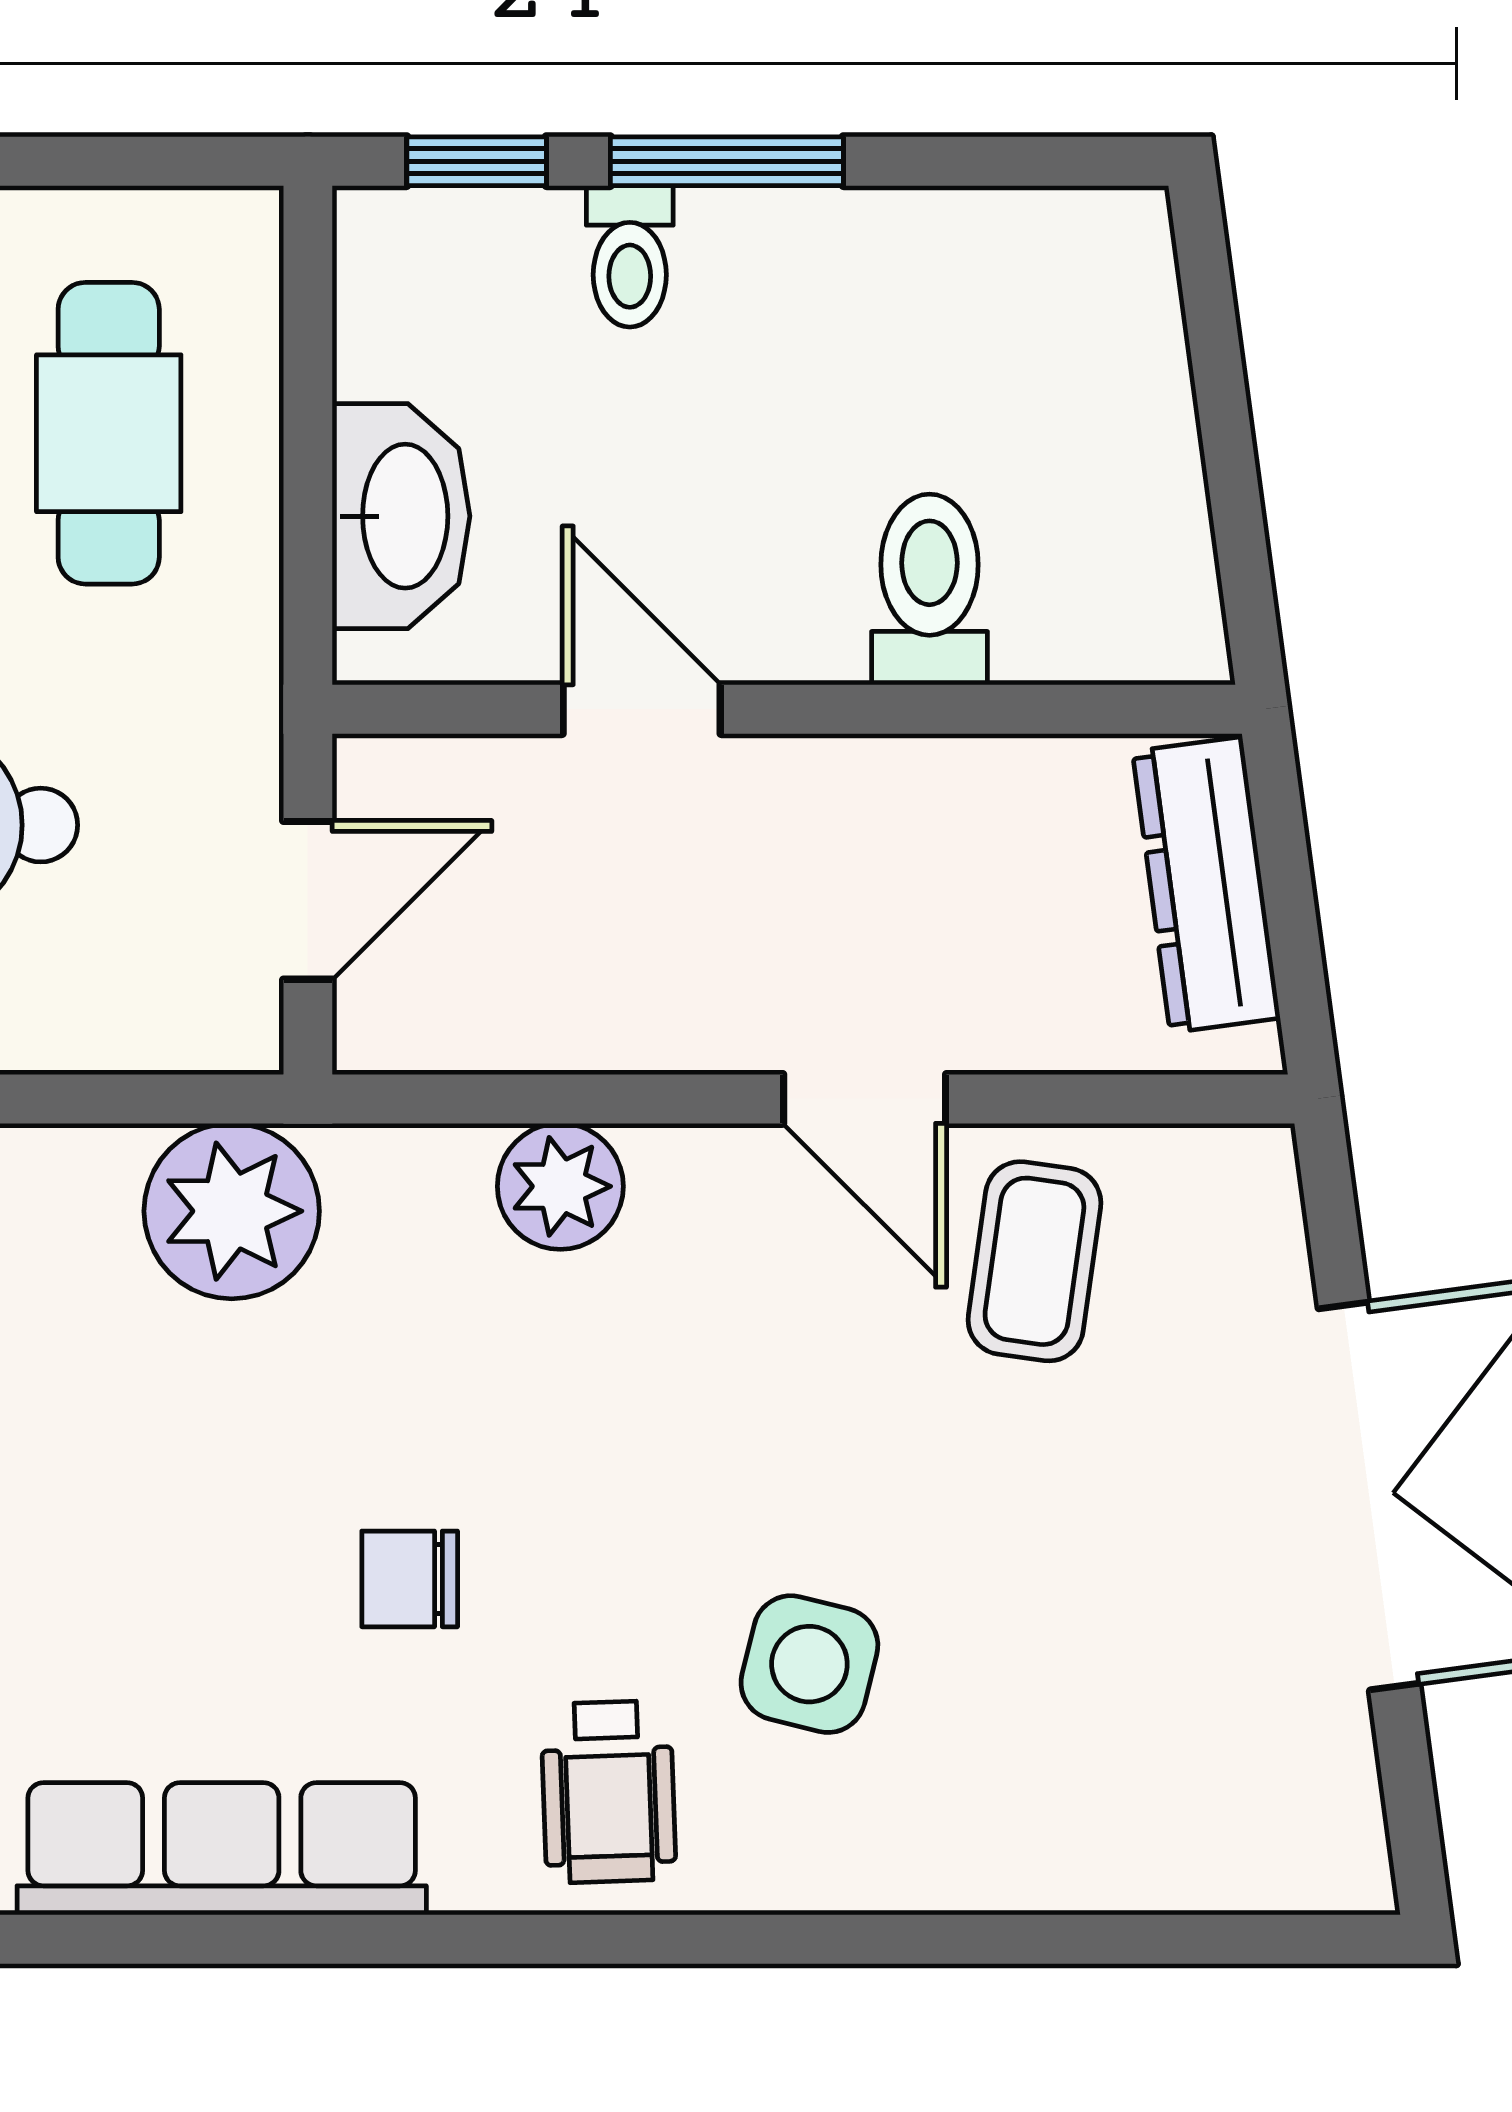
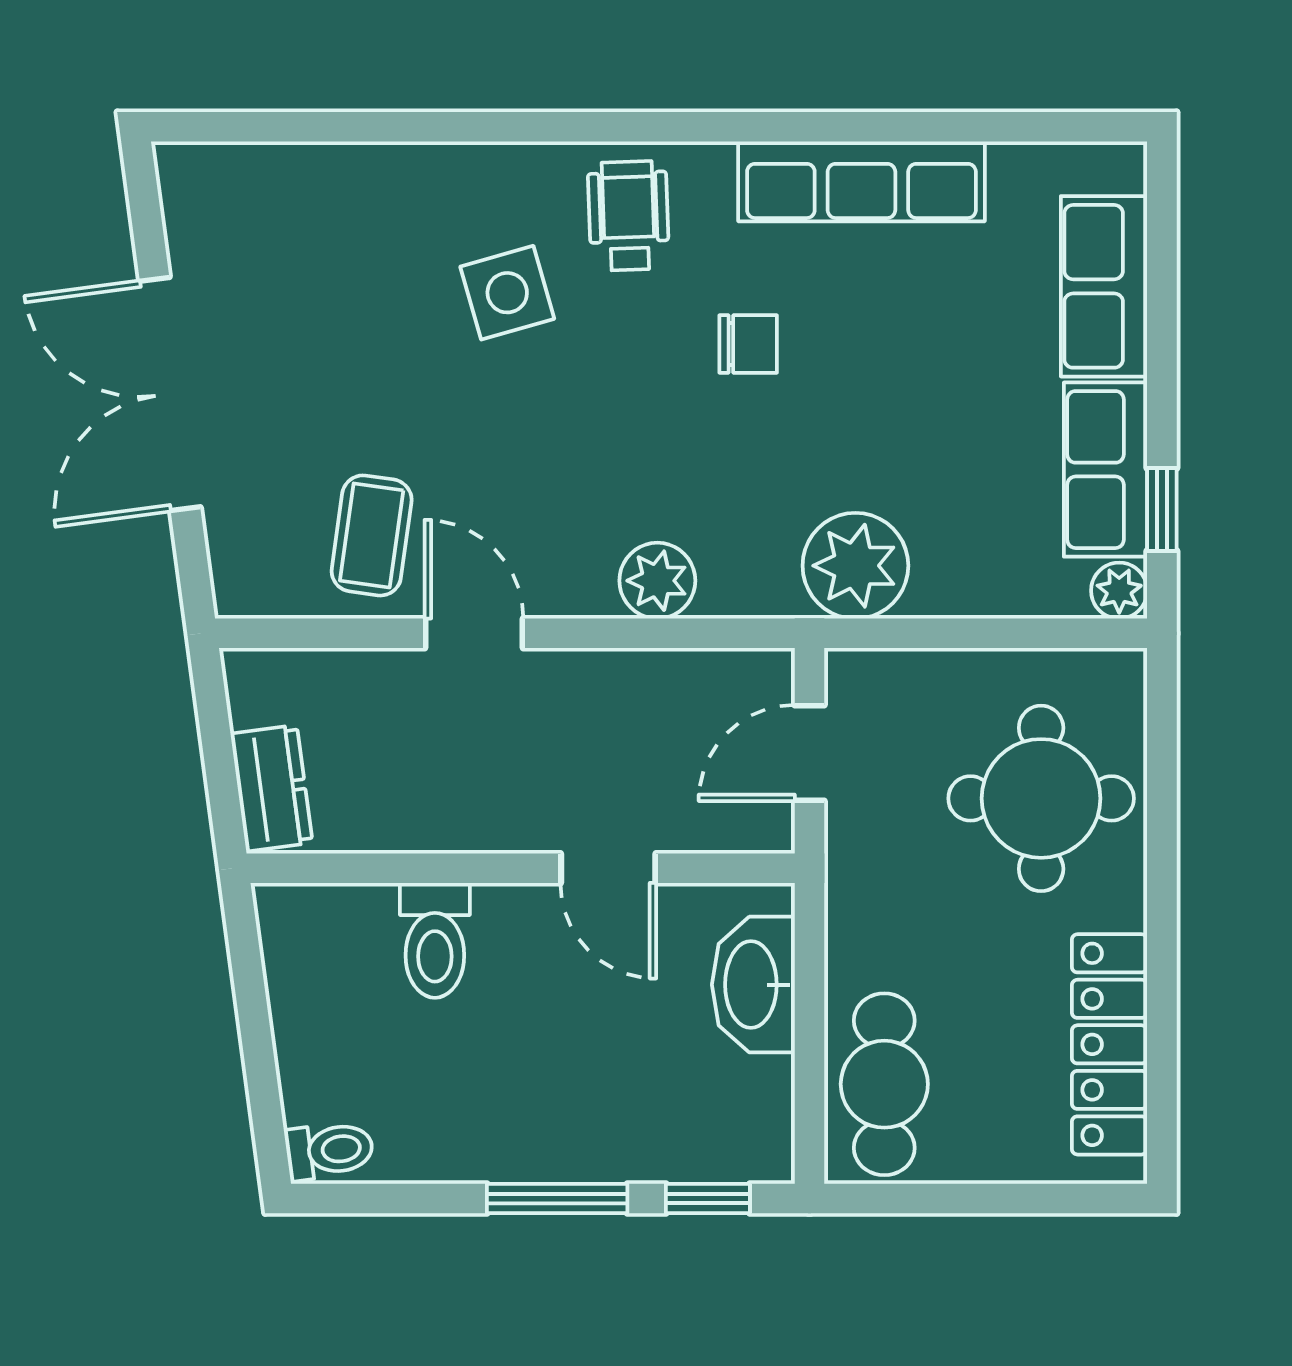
toilet: (630, 256) -> (329, 1150), moved, turned 82
cafe table: (109, 433) -> (884, 1084), moved
dresser: (1206, 885) -> (272, 788), width x0.70
side table: (809, 1664) -> (507, 293), turned -30

